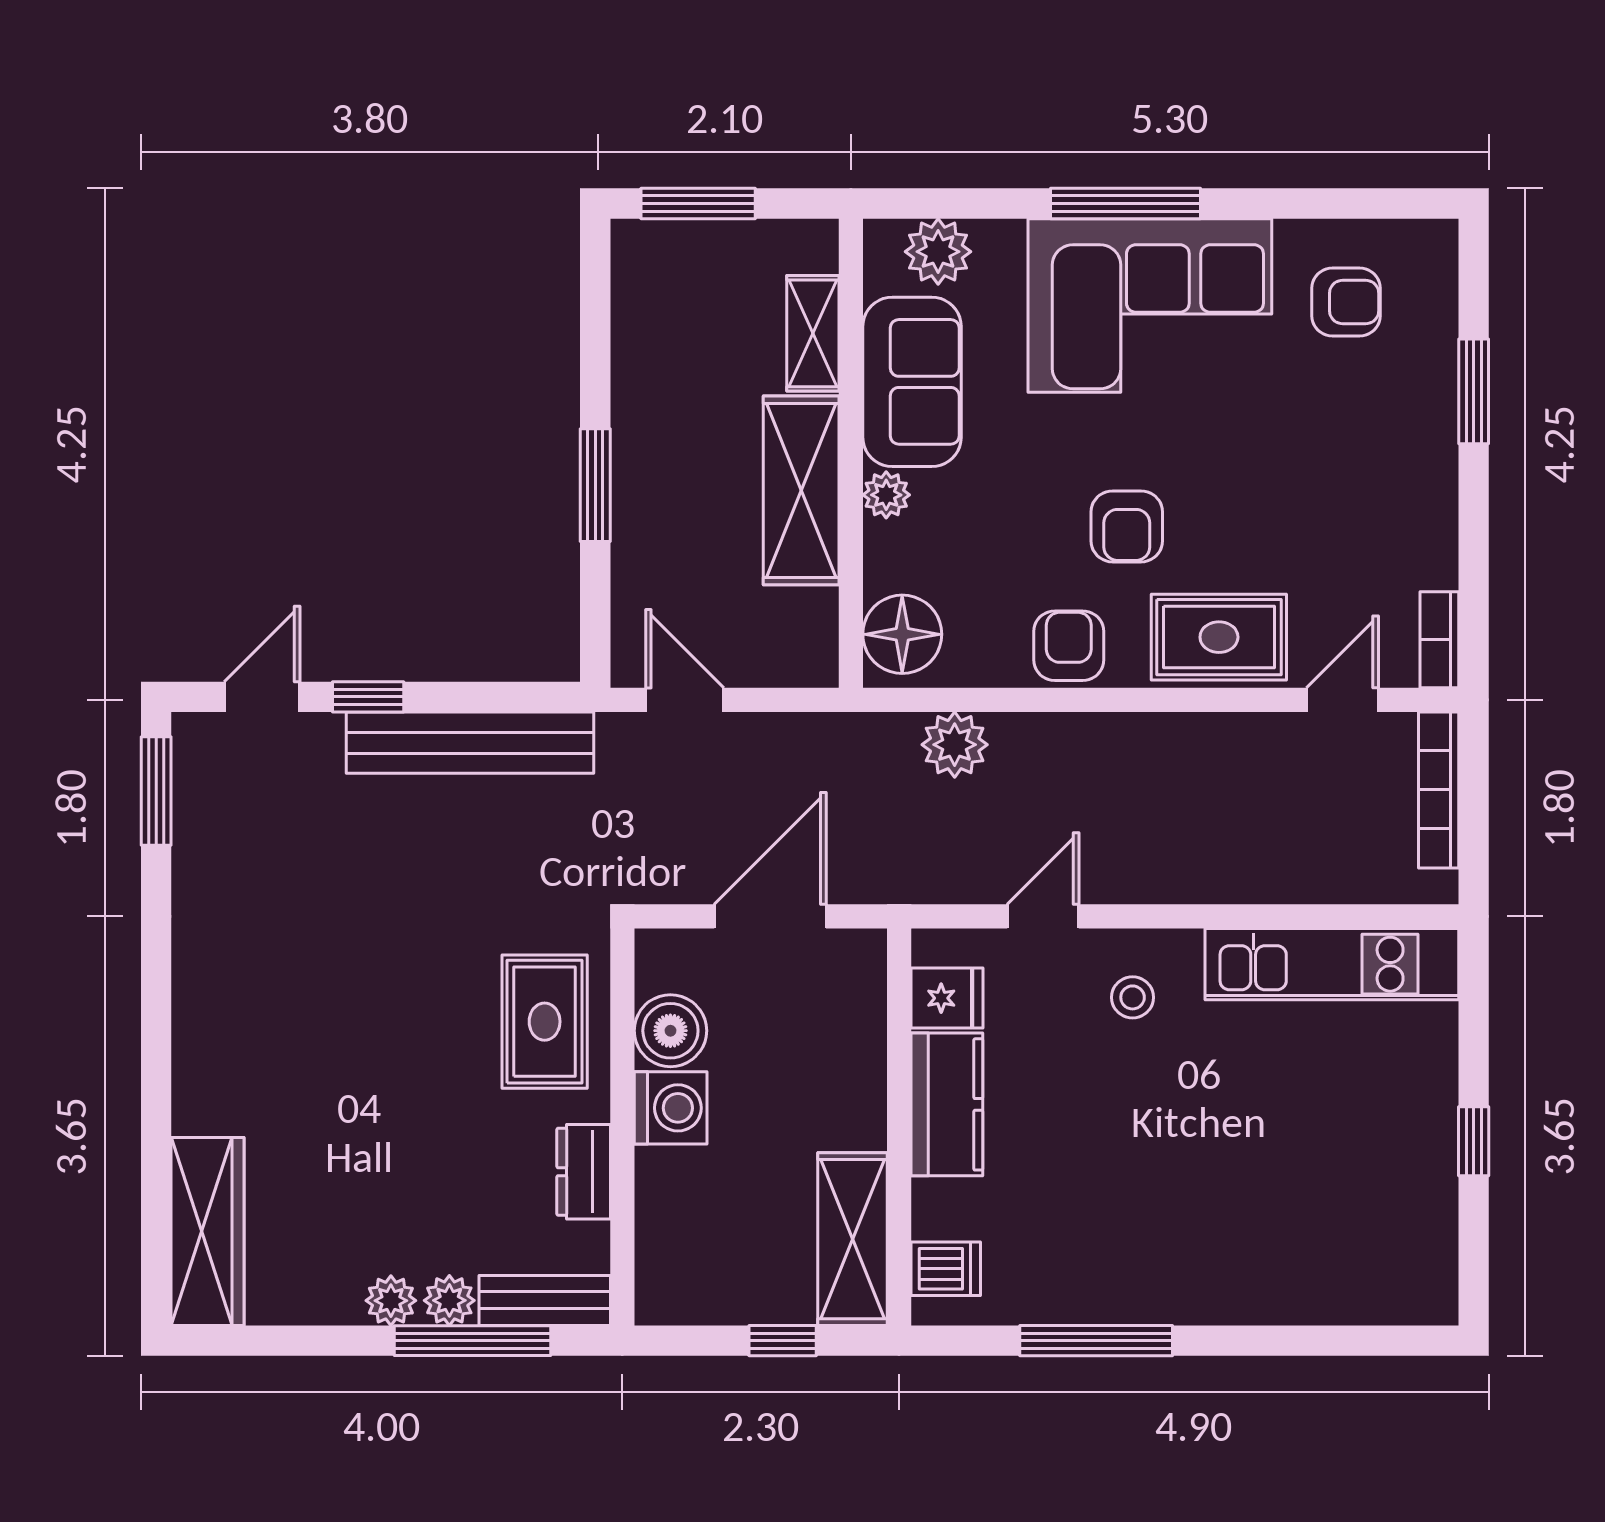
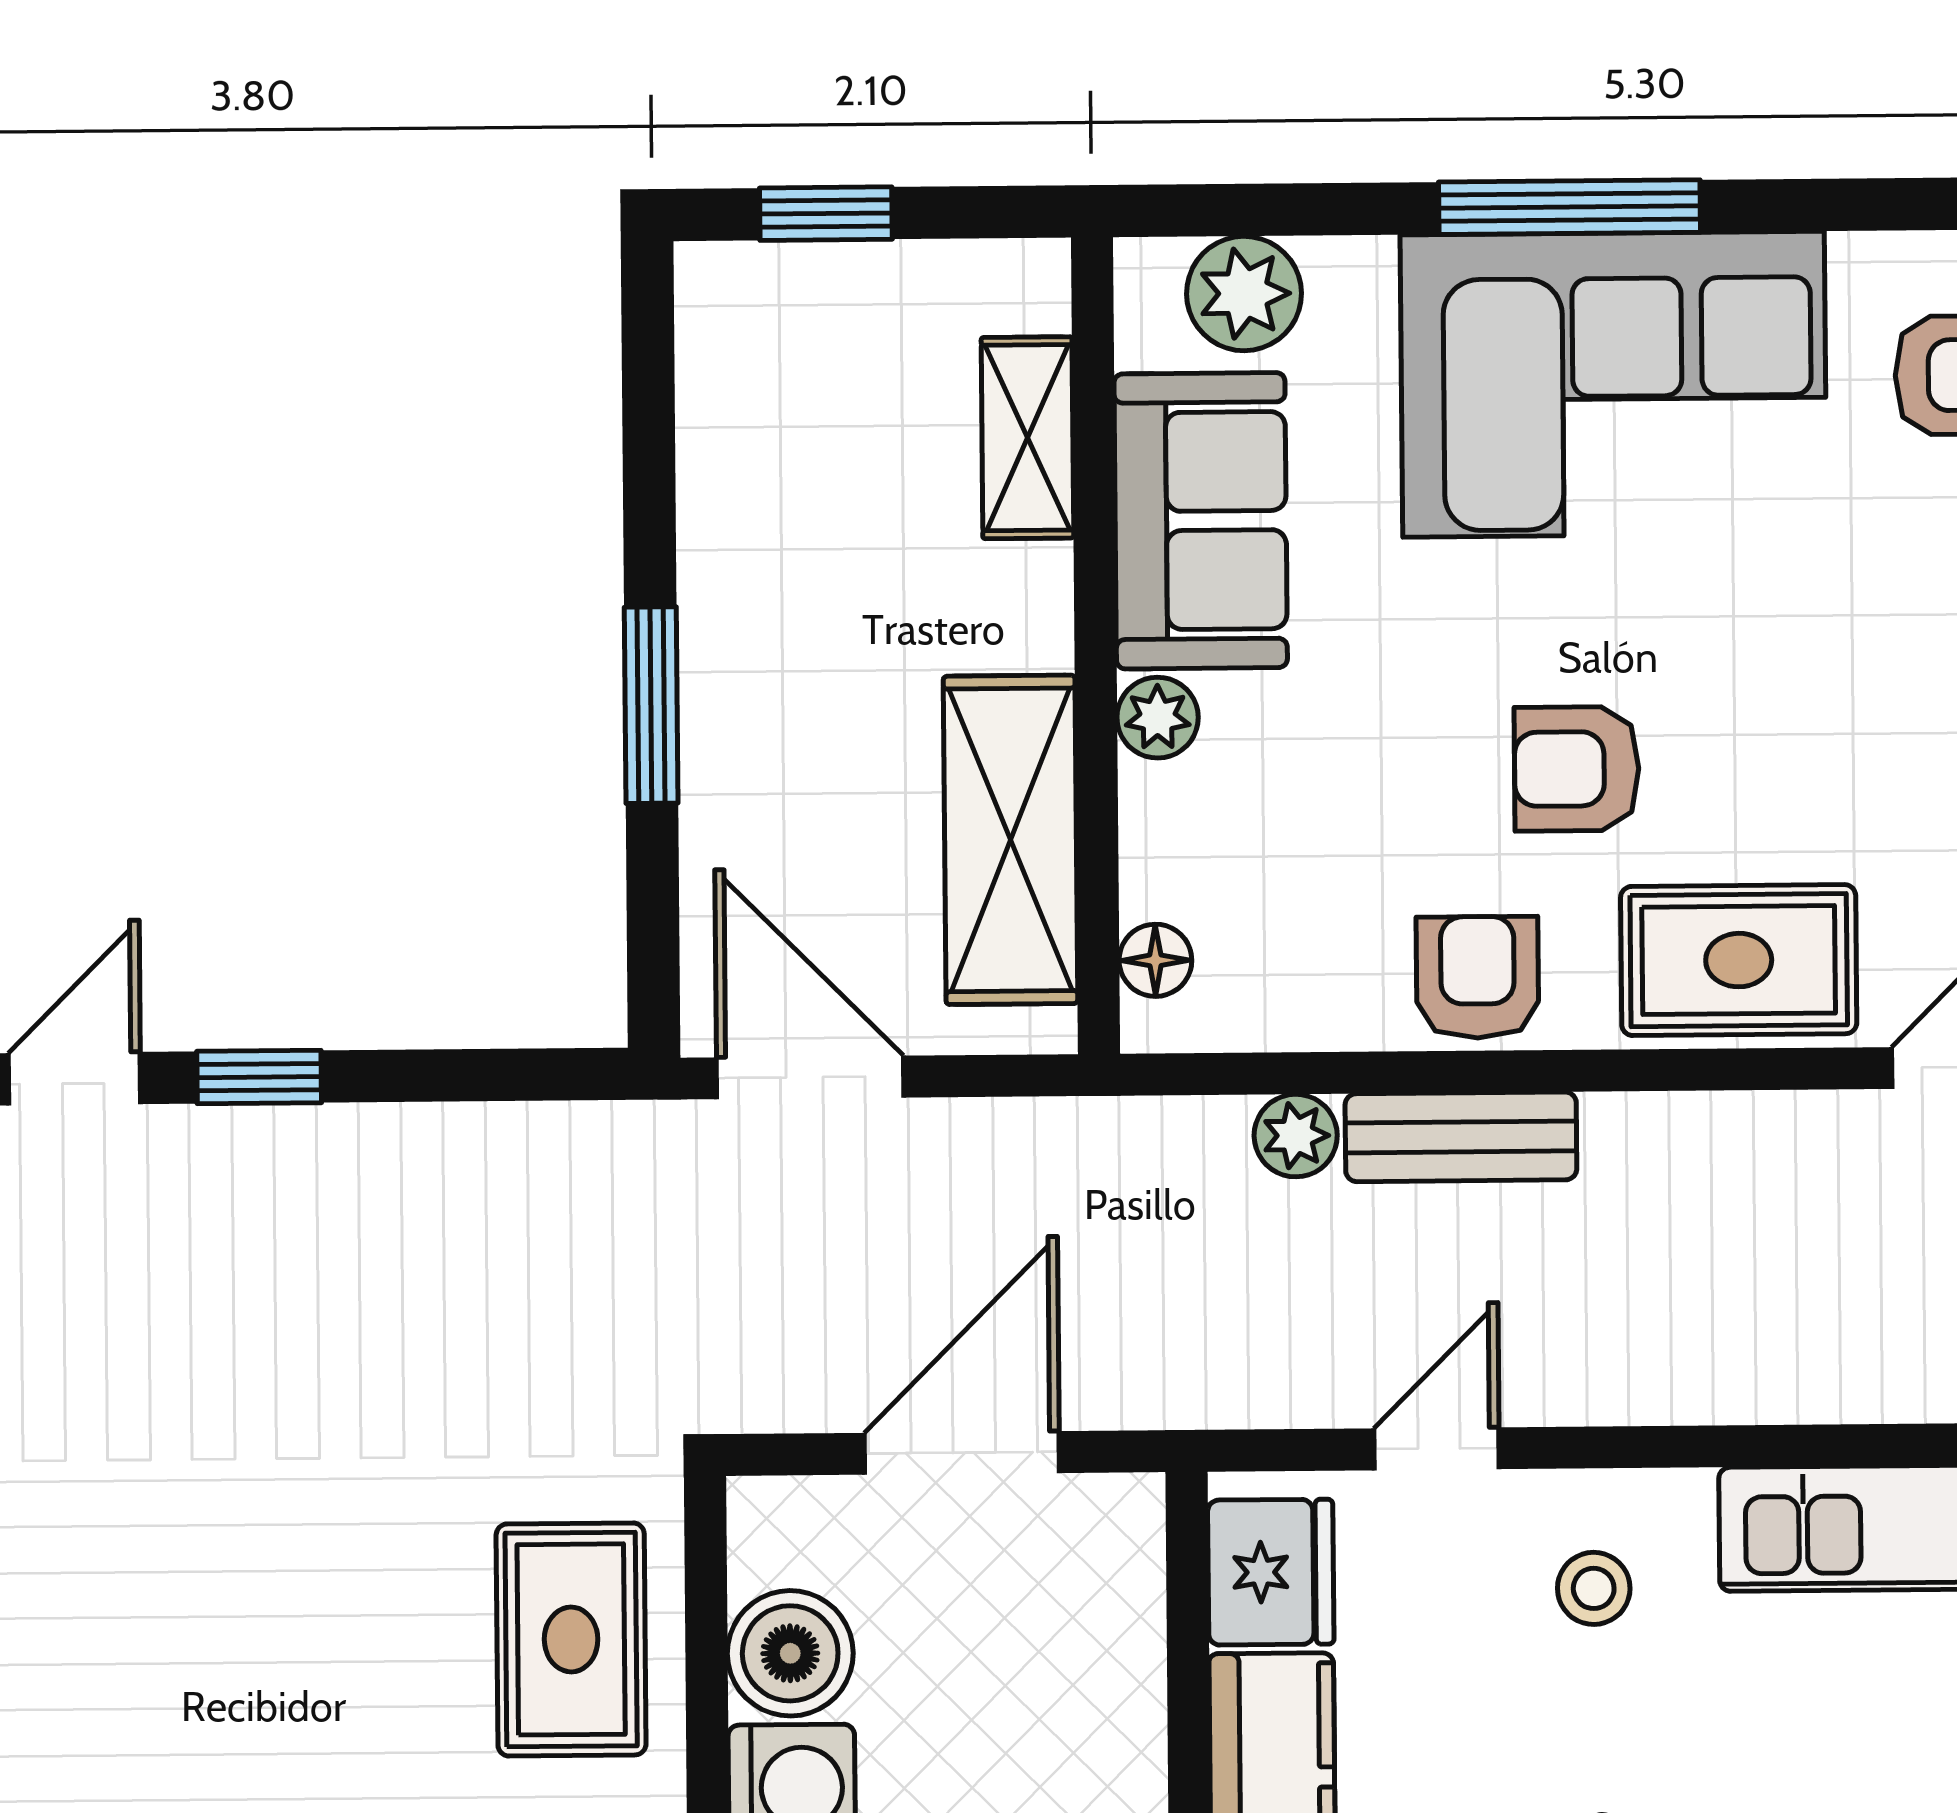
window: (698, 204) -> (826, 214), width x0.67
shelving: (801, 490) -> (1011, 840), moved
armchair: (1127, 526) -> (1577, 769), turned 90
floor lamp: (902, 634) -> (1155, 960), width x0.53, depth x0.53
door: (685, 700) -> (810, 1077), width x1.38
bench: (470, 743) -> (1461, 1137), moved, width x0.54, depth x0.82
plant: (955, 745) -> (1296, 1136), width x0.73, depth x0.73
fridge: (947, 998) -> (1271, 1572), width x1.38

